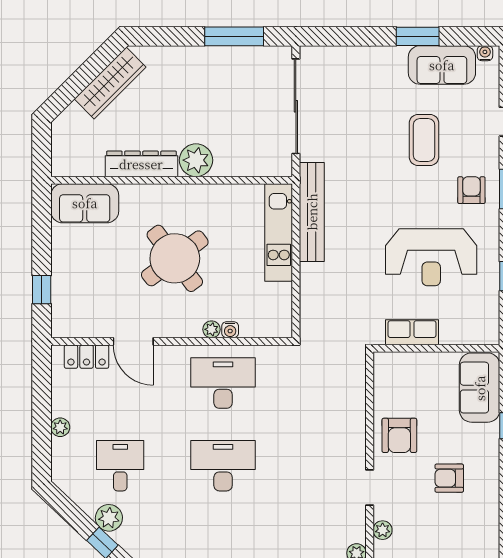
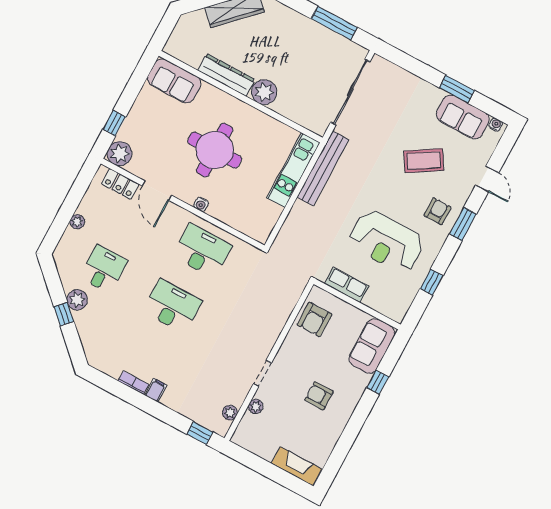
coffee table: (424, 140) -> (424, 161), turned 58
round table: (175, 258) -> (215, 150), turned 37
plant: (212, 329) -> (120, 154), moved, width x1.88, depth x1.88
water cooler: (230, 330) -> (201, 204), moved
armchair: (399, 435) -> (314, 319), moved

